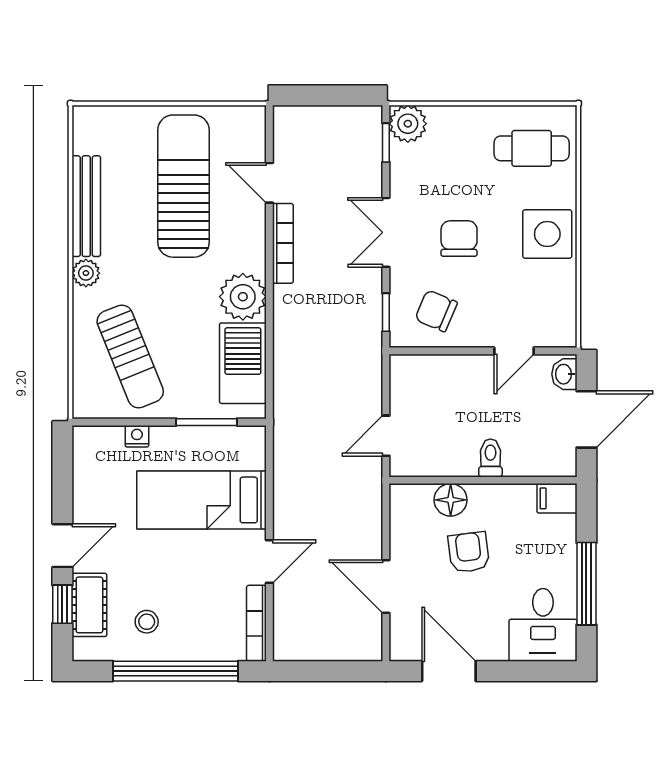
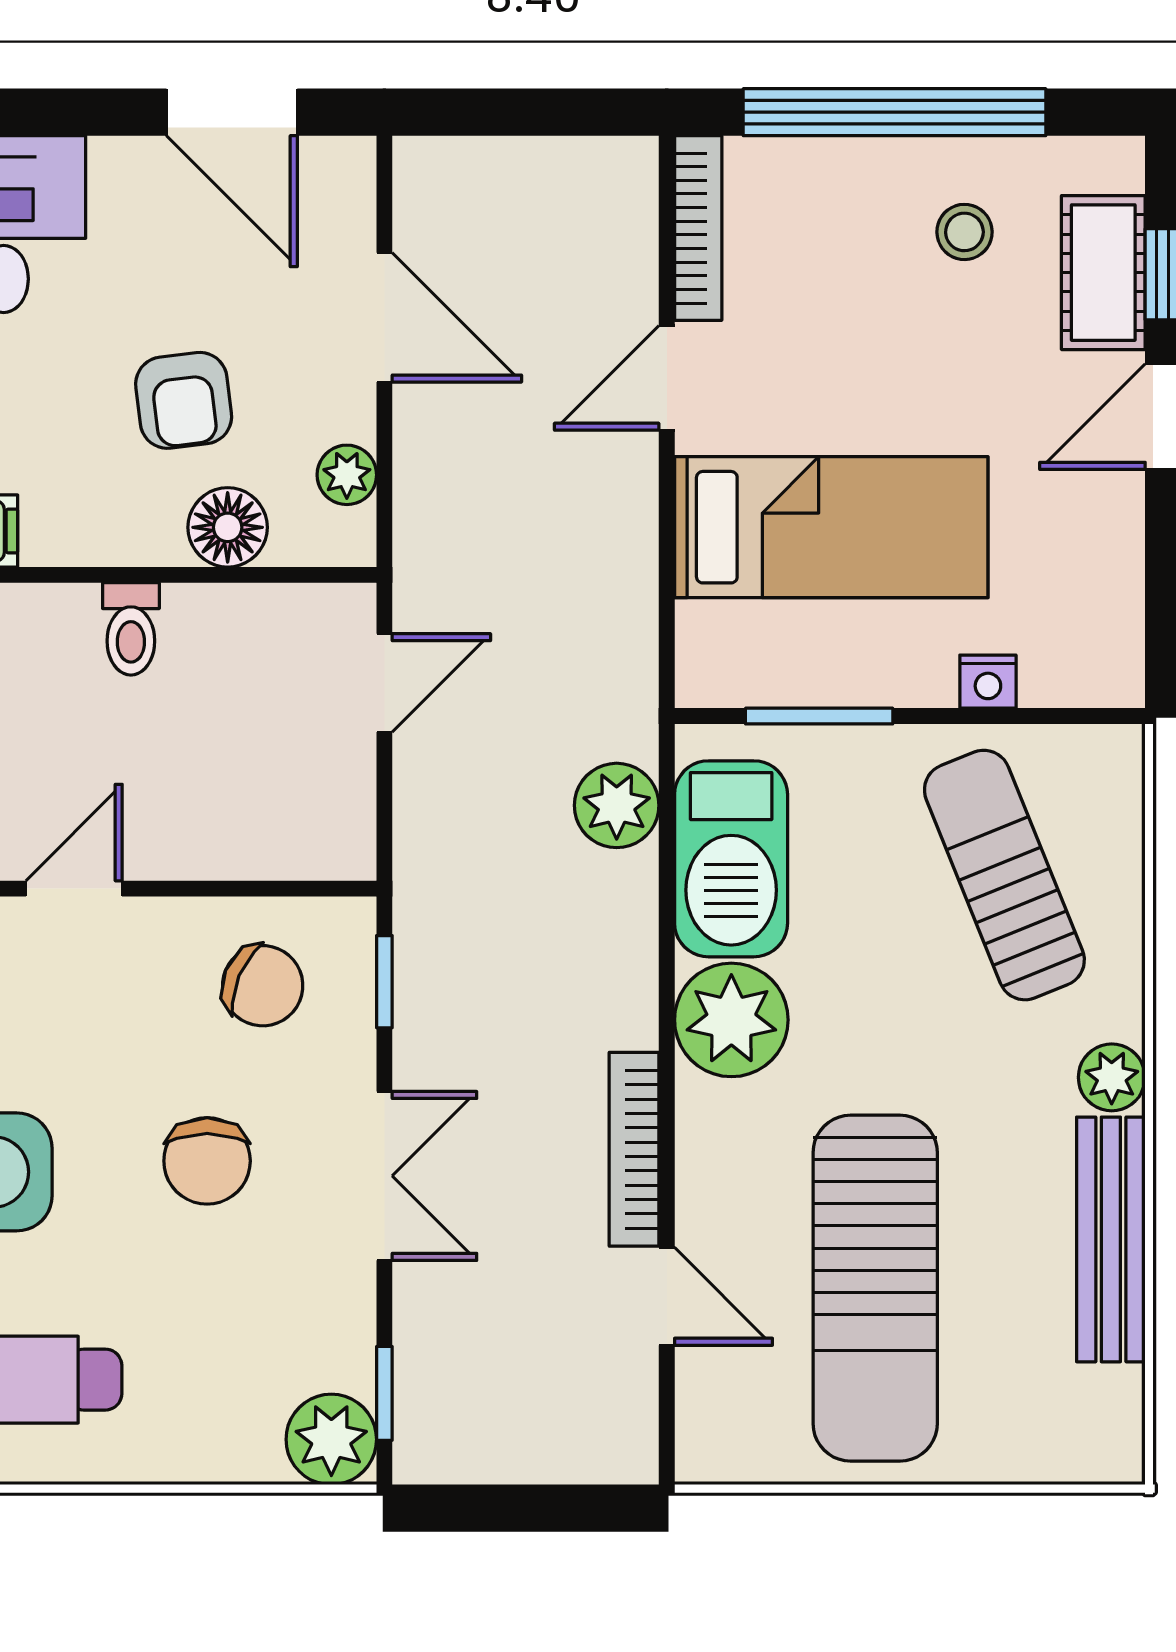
plant: (290, 385) -> (617, 805), added
plant: (401, 522) -> (347, 475), added

